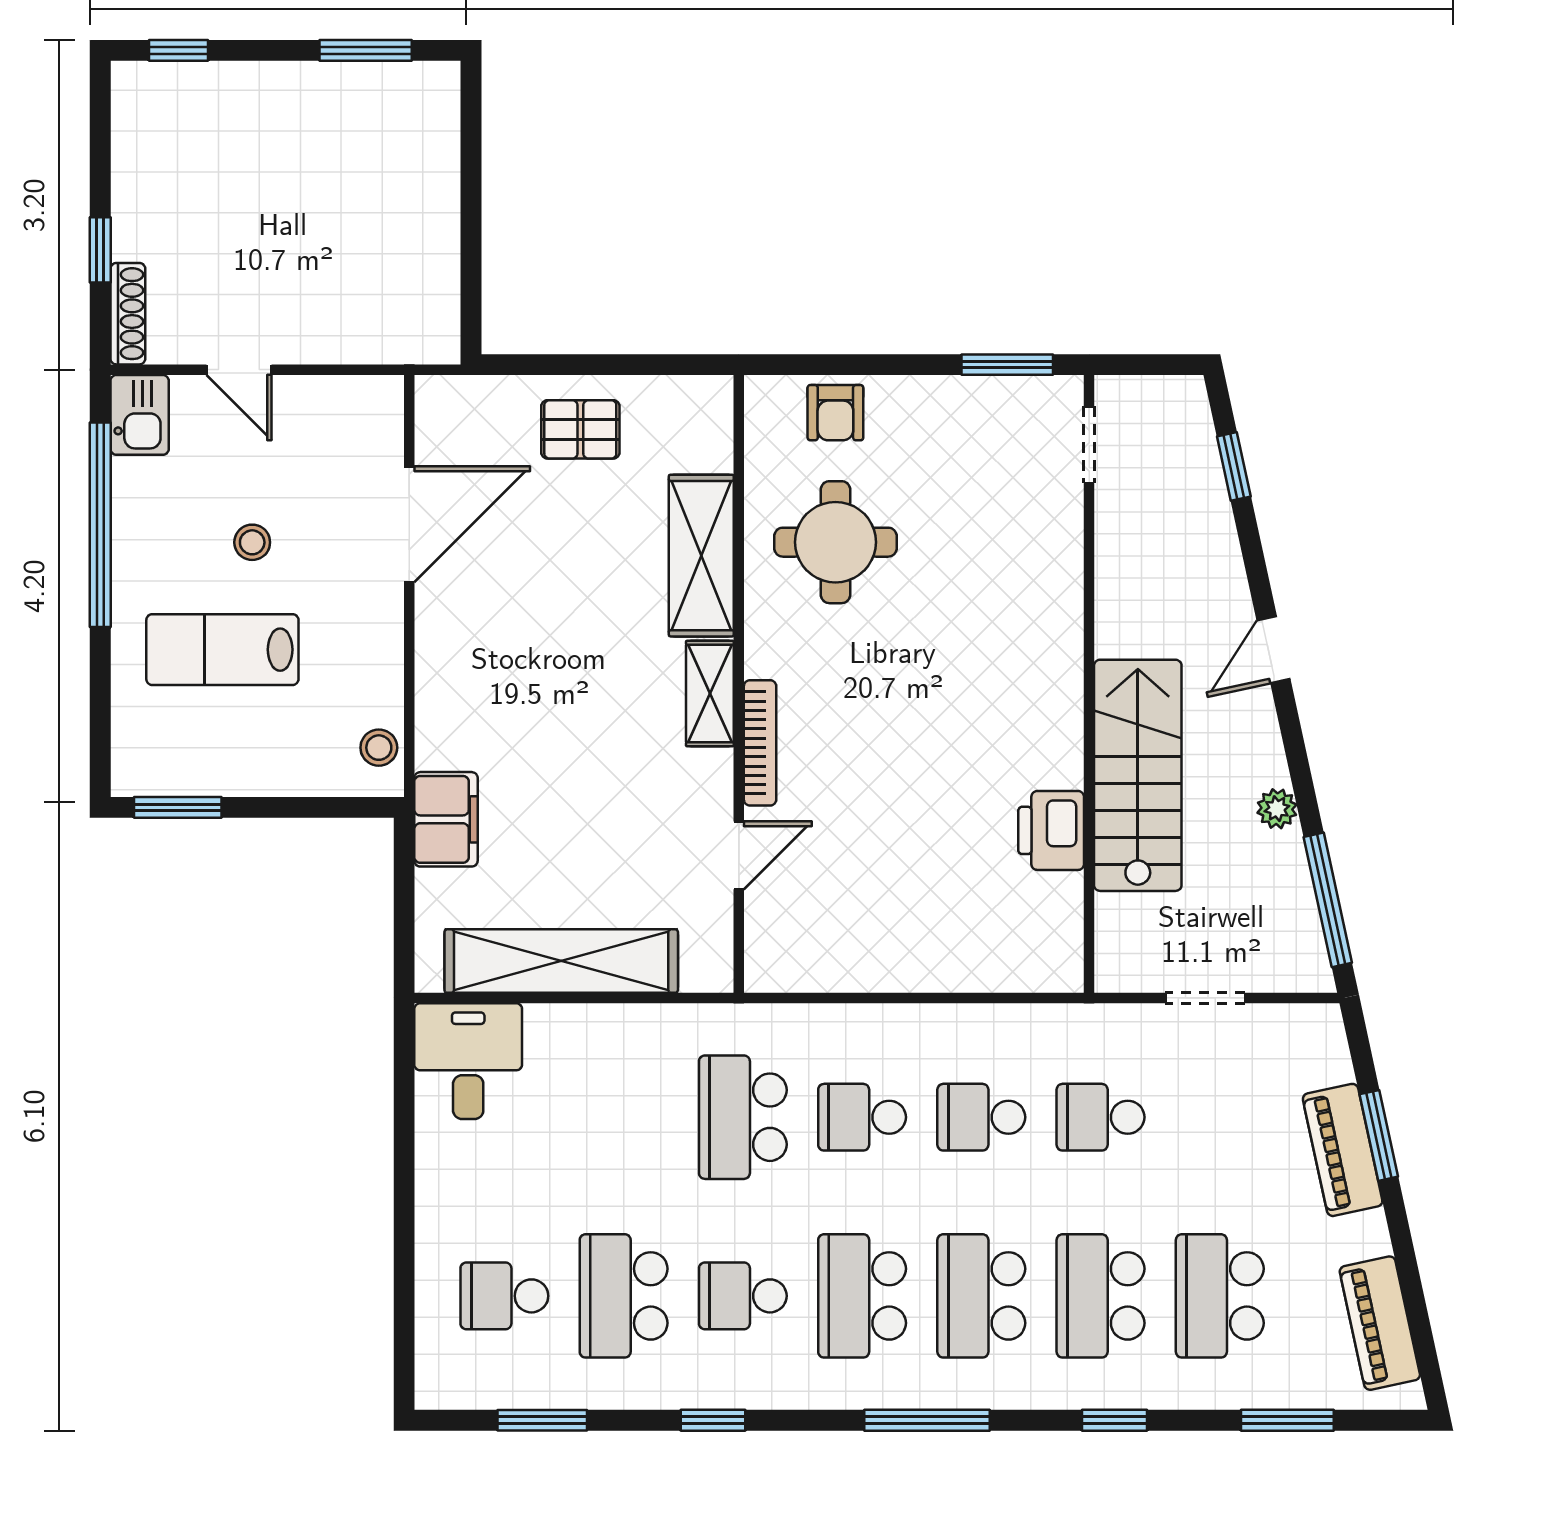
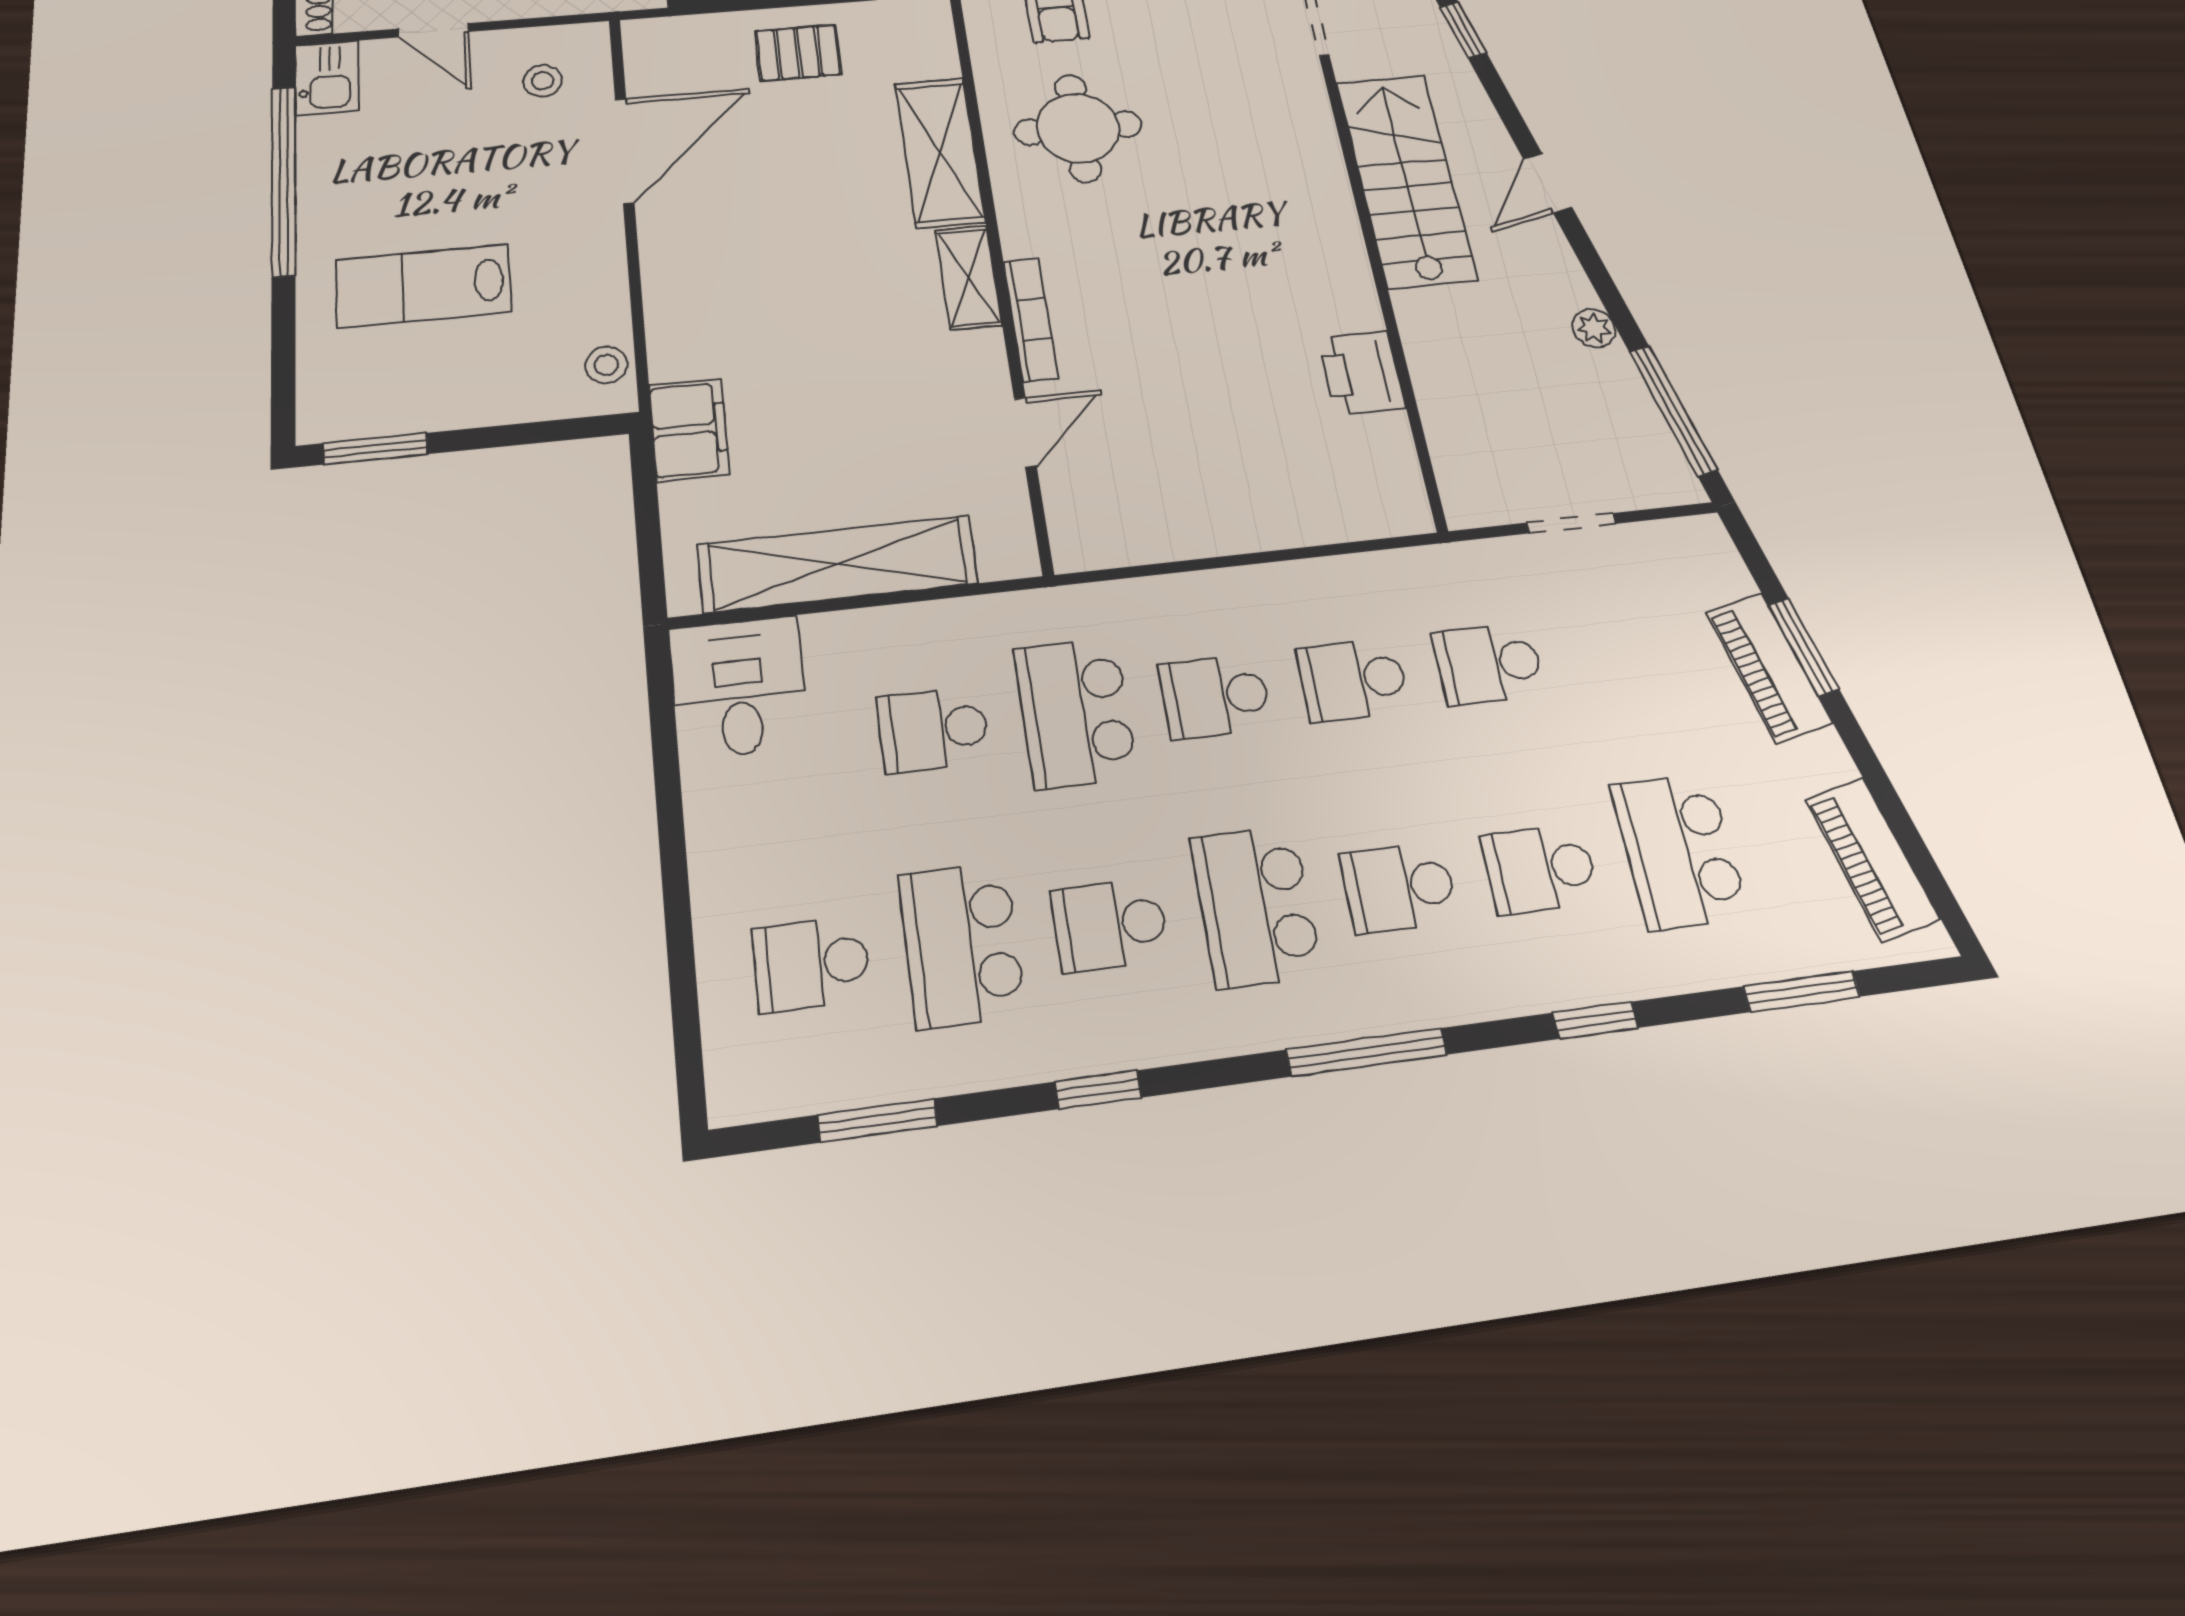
stool: (252, 542) -> (543, 81), moved
stairs: (1138, 775) -> (1406, 180), moved
school desk: (624, 1117) -> (933, 730), added
school desk: (981, 1296) -> (1399, 887), width x0.54
school desk: (1101, 1296) -> (1540, 869), width x0.54

